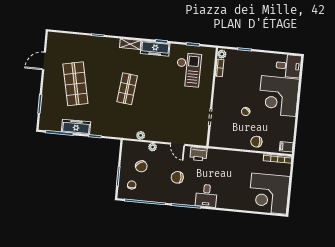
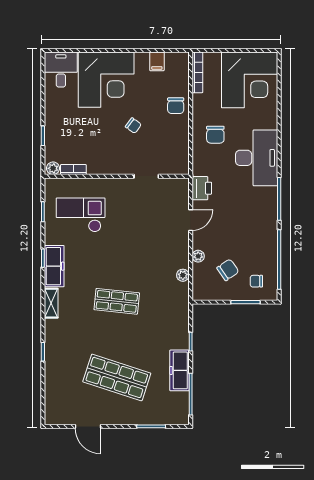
shop shelf: (75, 84) -> (117, 377), turned 30
filing cabinet: (286, 147) -> (157, 61), moved
chair: (177, 177) -> (215, 135), moved
desk: (206, 196) -> (257, 158), width x1.87, depth x1.30

